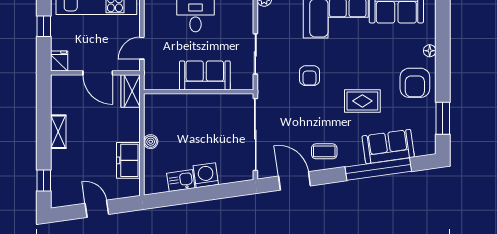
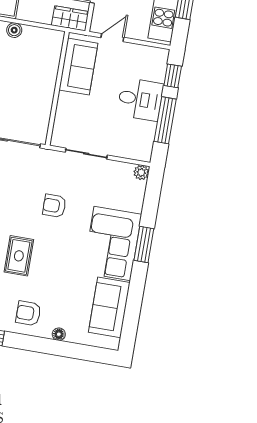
door: (142, 48) -> (112, 38), hinge flipped
sofa: (205, 75) -> (78, 67), moved
armchair: (415, 83) -> (28, 313), width x0.72, depth x0.72

